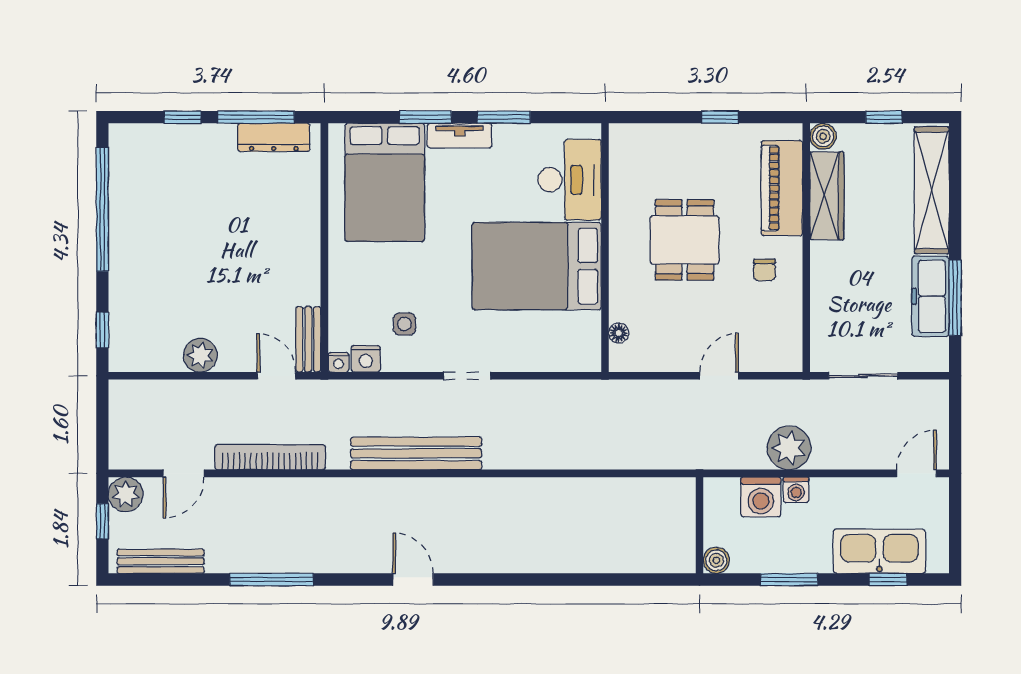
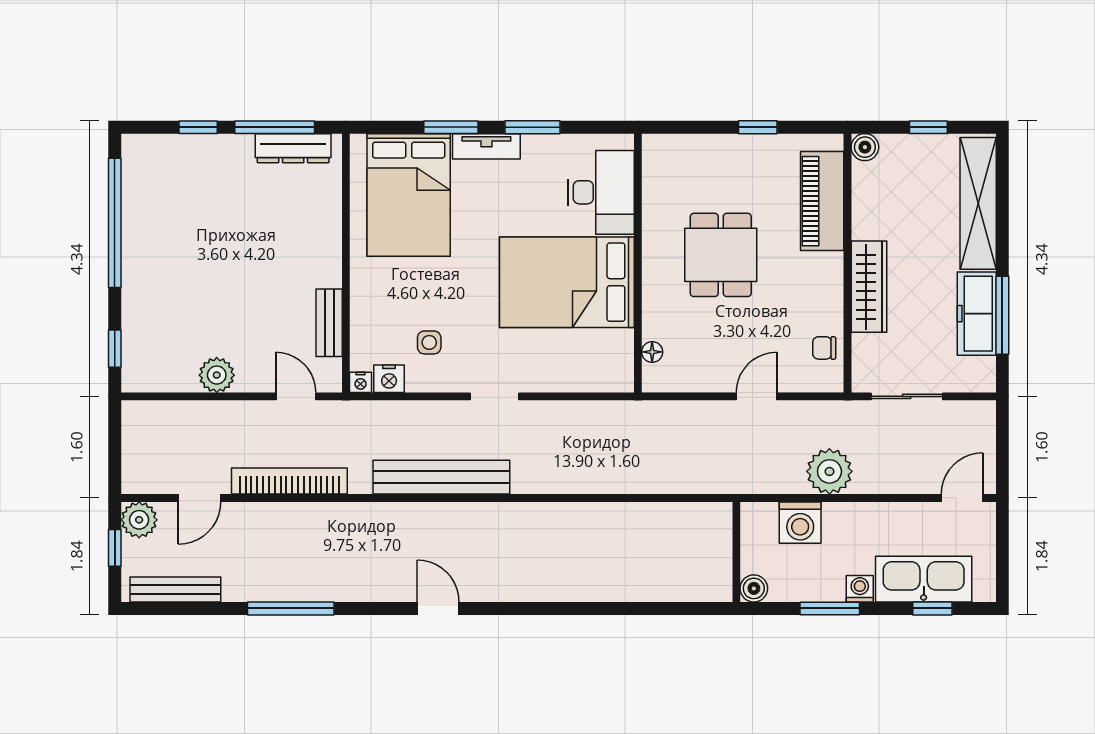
wardrobe: (827, 196) -> (869, 287), moved
chair: (764, 270) -> (824, 348), moved, turned 90
bench: (308, 339) -> (329, 323), moved
washing machine: (796, 490) -> (860, 589), moved, turned 180

